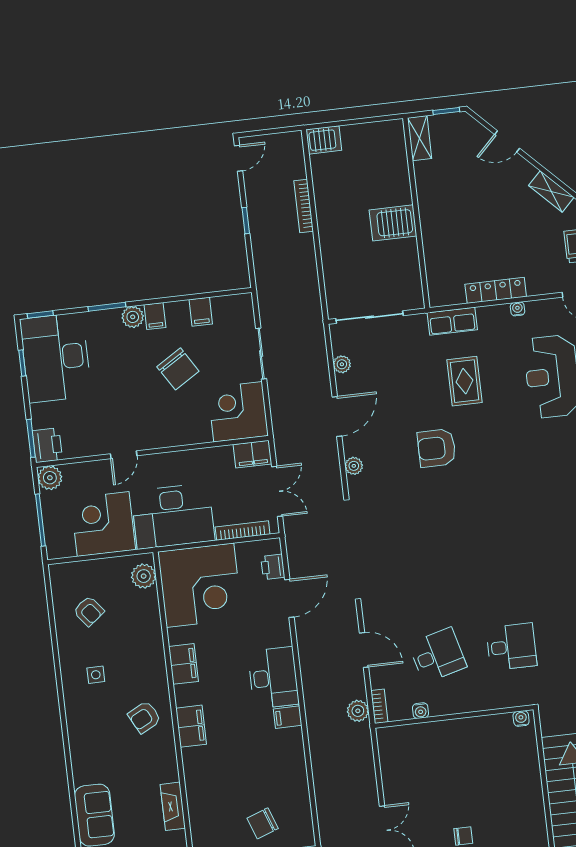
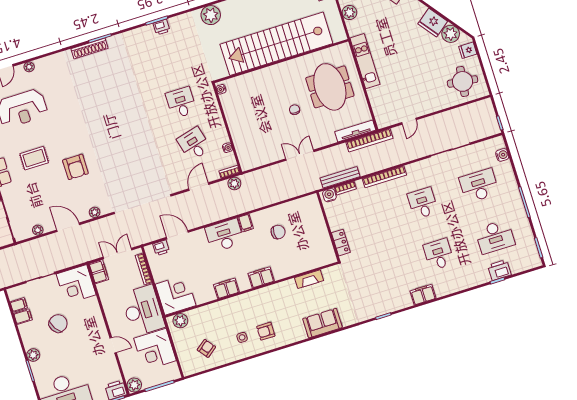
filing cabinet: (155, 316) -> (19, 305), moved
corner desk: (200, 585) -> (176, 295), width x0.74, depth x0.74
armchair: (144, 717) -> (266, 331), moved, turned 118
chair: (263, 823) -> (278, 232), moved, turned -70

